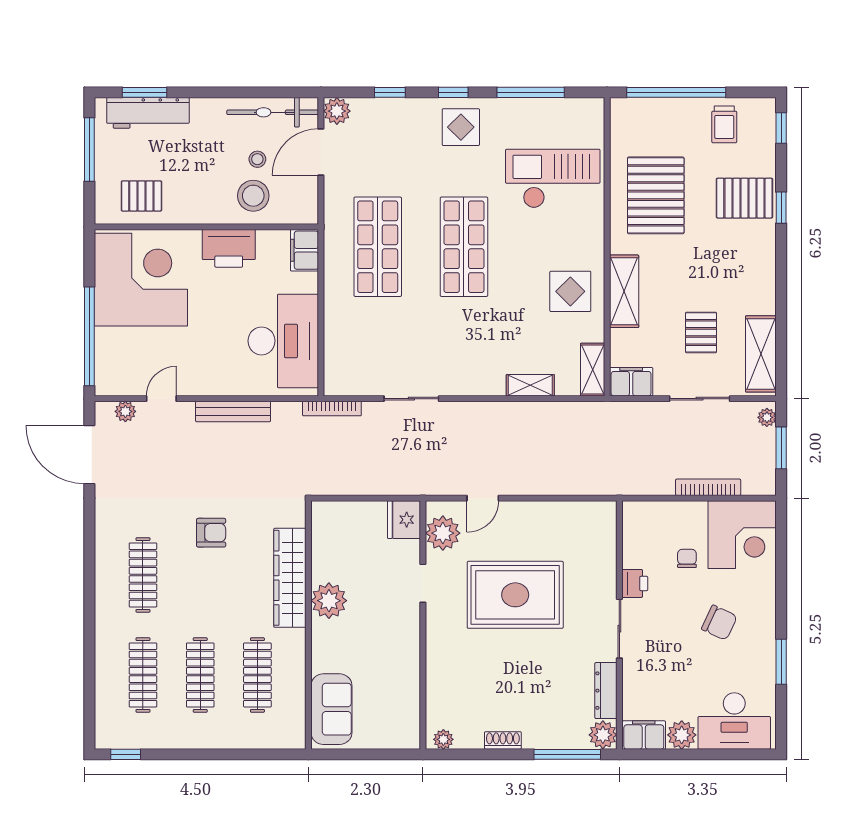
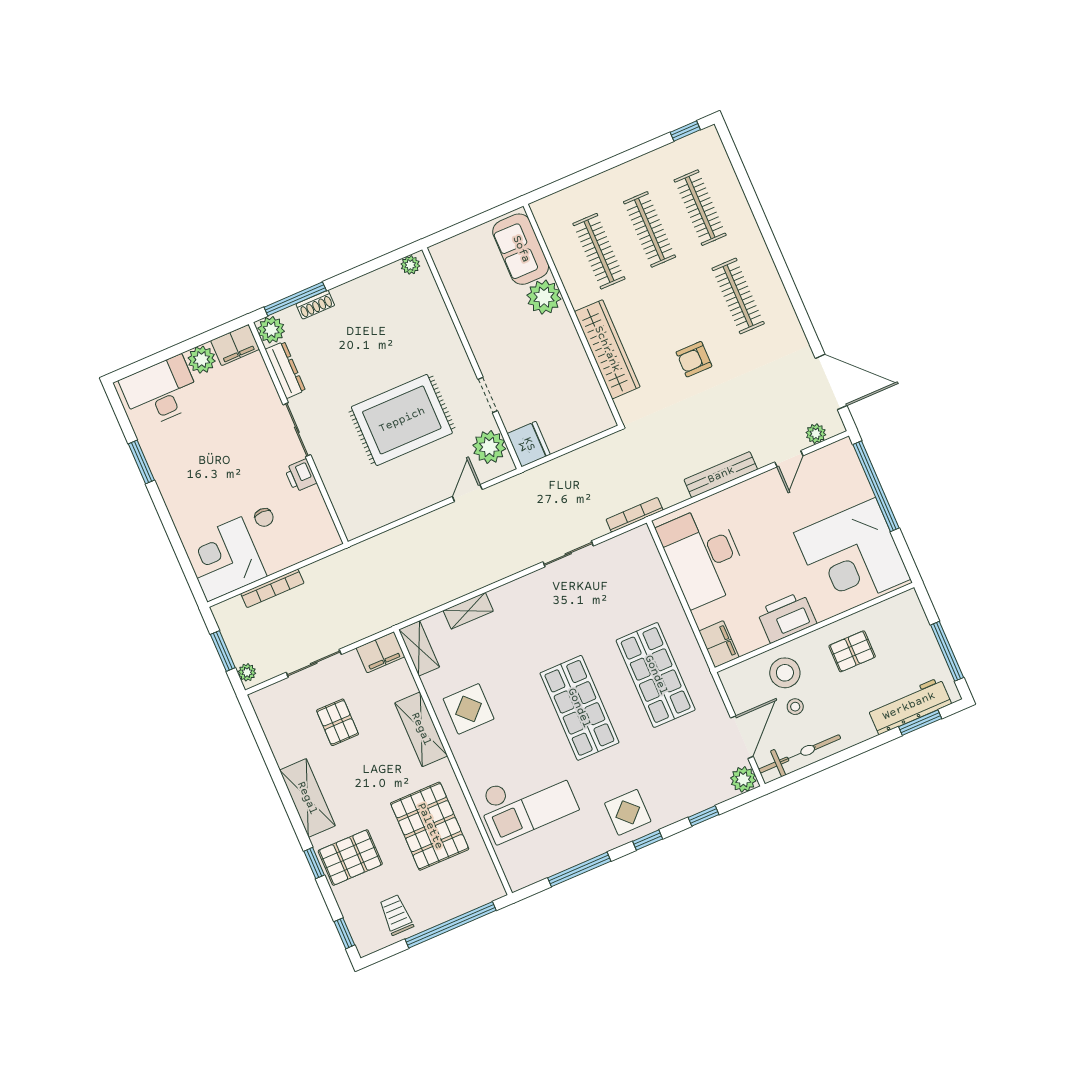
pallet: (141, 196) -> (852, 651), moved
shelving: (761, 354) -> (307, 798), moved
plant: (329, 601) -> (544, 297), moved
chair: (719, 623) -> (211, 473), removed
shoe rack: (503, 741) -> (315, 305), moved

